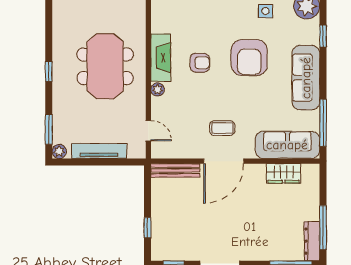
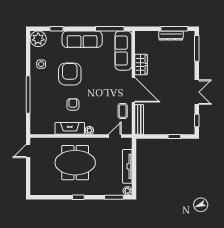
armchair: (249, 58) -> (70, 74), turned -90
coffee table: (222, 128) -> (123, 111), moved
wardrobe: (284, 173) -> (141, 64), moved
dresser: (312, 241) -> (171, 36), moved

